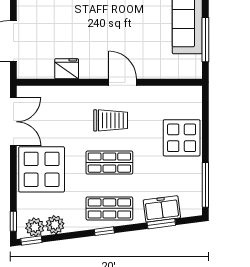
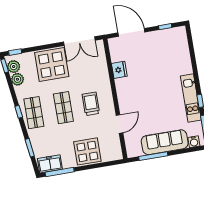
door: (123, 82) -> (120, 124), moved
trolley: (111, 120) -> (91, 104), turned 180
freezer: (162, 209) -> (50, 164), moved, turned -83

